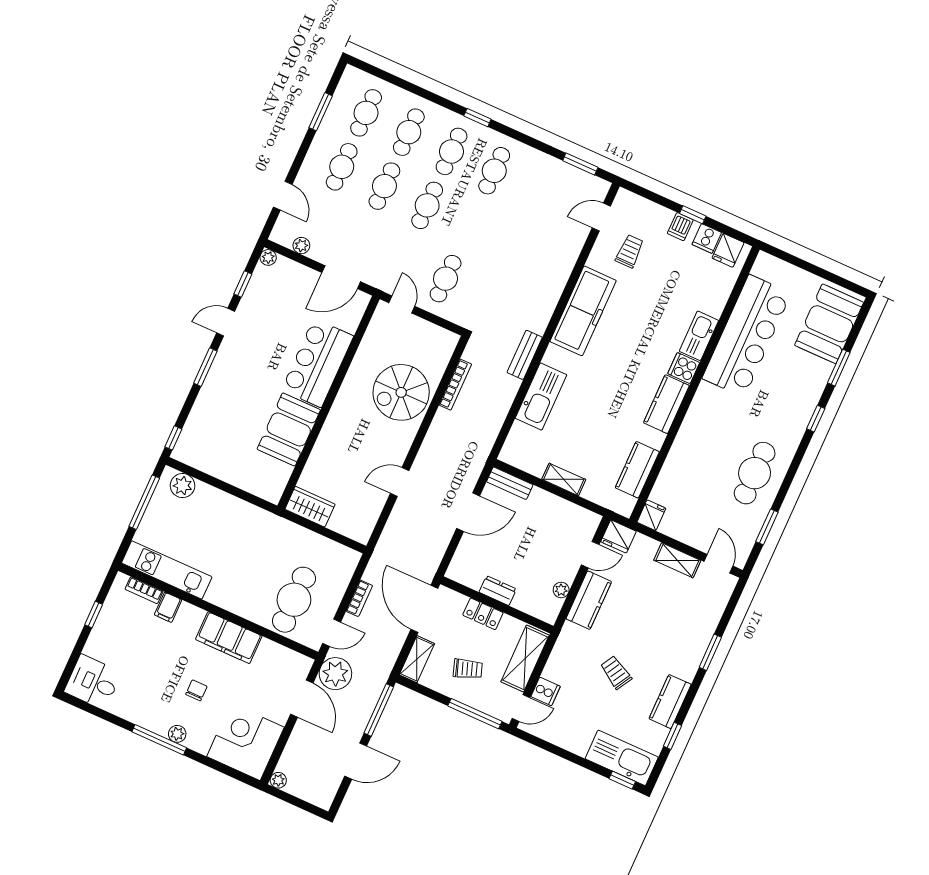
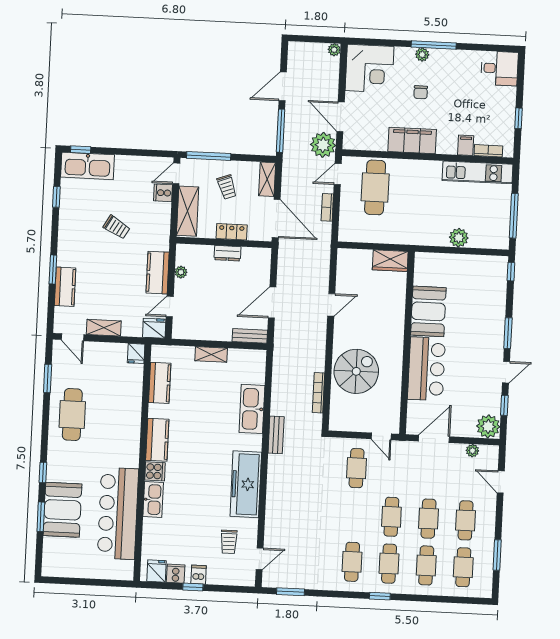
plant: (268, 257) -> (488, 426), width x1.87, depth x1.87
booth: (829, 324) -> (62, 510), moved
plant: (183, 486) -> (459, 238), moved
trolley: (468, 669) -> (227, 187), turned -91
kitchen counter: (670, 702) -> (65, 287), moved

